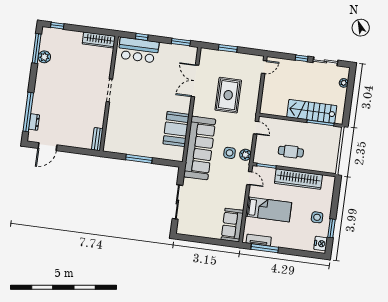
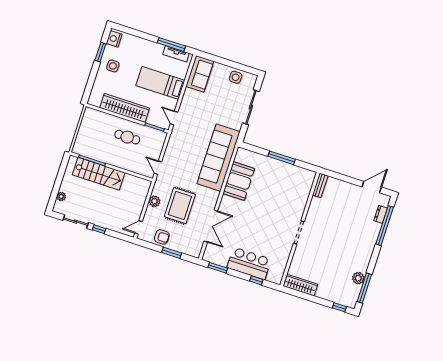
bar counter: (138, 50) -> (249, 263), moved
armchair: (240, 62) -> (162, 237), added
side table: (230, 153) -> (236, 77), moved
plant: (245, 155) -> (154, 201), moved

